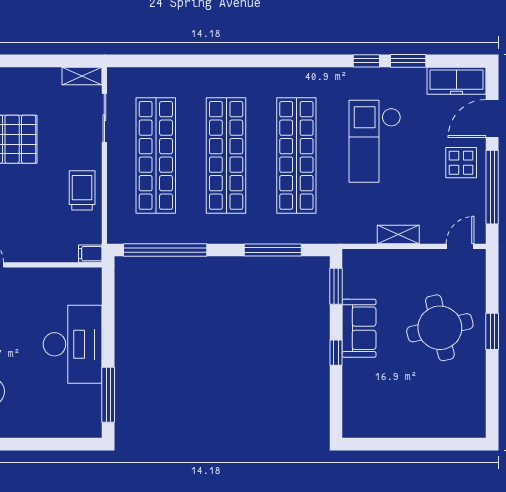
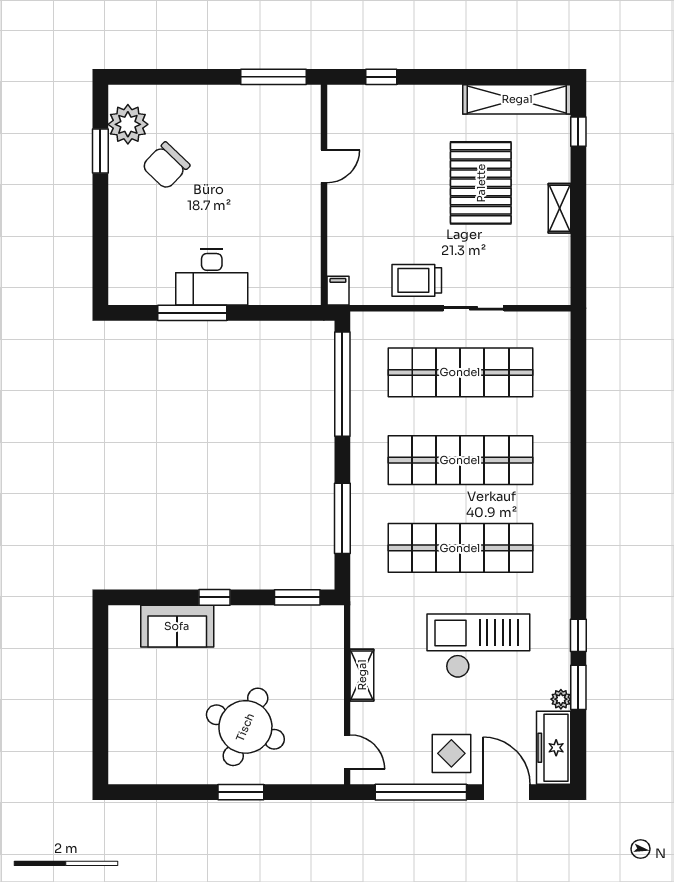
plant: (418, 75) -> (561, 699), added
shelving: (82, 76) -> (560, 208), moved
sliding door: (104, 118) -> (474, 308), moved
trolley: (82, 190) -> (417, 280), turned 180
sofa: (359, 328) -> (177, 626), moved
round table: (440, 328) -> (245, 727), turned 36
desk: (73, 344) -> (212, 277), width x0.73, depth x0.77
window: (108, 395) -> (192, 313), moved

